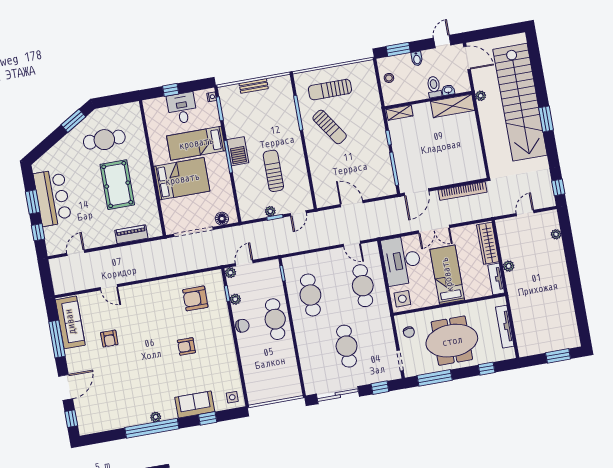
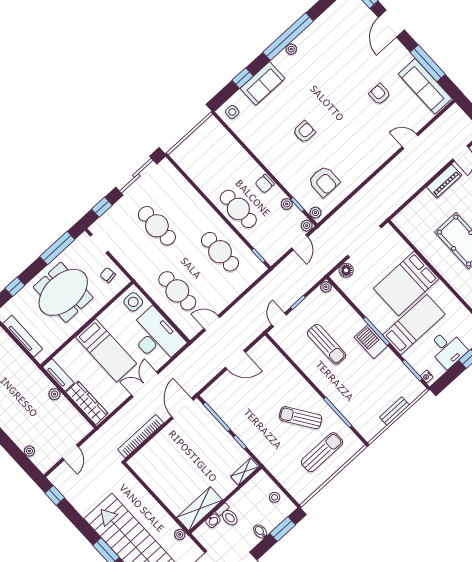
plant: (270, 211) -> (326, 287), moved
piano: (131, 234) -> (444, 181), moved
plant: (217, 278) -> (315, 213), added
armchair: (195, 298) -> (324, 181), turned 90

